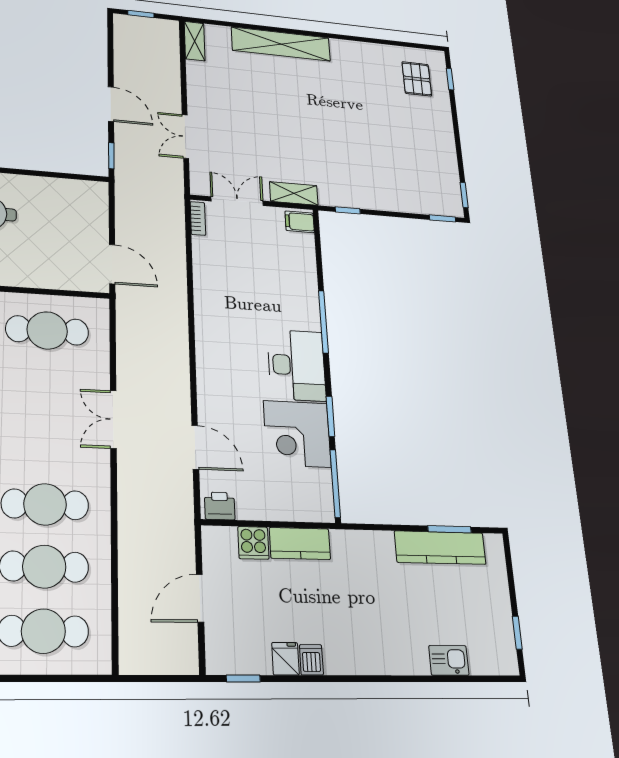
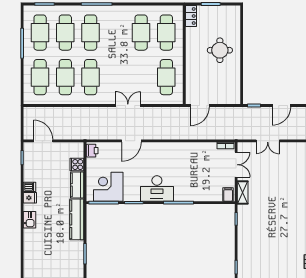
double door: (185, 137) -> (268, 141), swing flipped
corner desk: (297, 434) -> (108, 187), moved
door: (195, 447) -> (131, 141), moved
kitchen counter: (440, 548) -> (77, 219), moved
door: (200, 598) -> (43, 141), moved
fridge: (285, 659) -> (30, 198), moved
kitchen sink: (449, 660) -> (30, 220), moved

